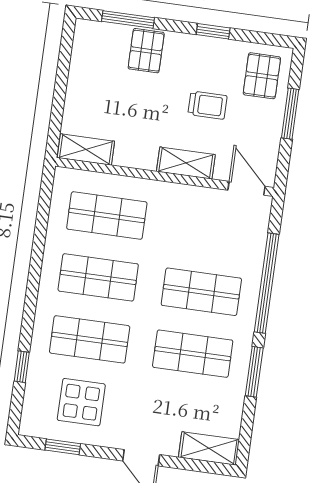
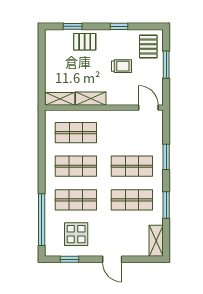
window: (128, 20) -> (73, 26), width x0.67
pallet: (146, 51) -> (85, 42), turned 90
shelving: (186, 163) -> (91, 99), moved
window: (267, 283) -> (166, 157), width x0.47
window: (22, 367) -> (42, 220), width x3.17
shelving: (209, 448) -> (156, 241), moved, turned 90

